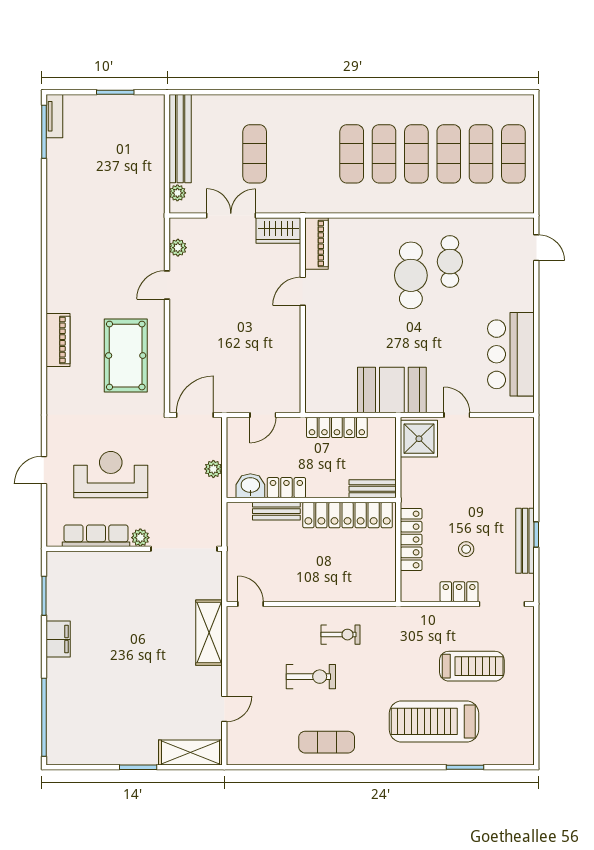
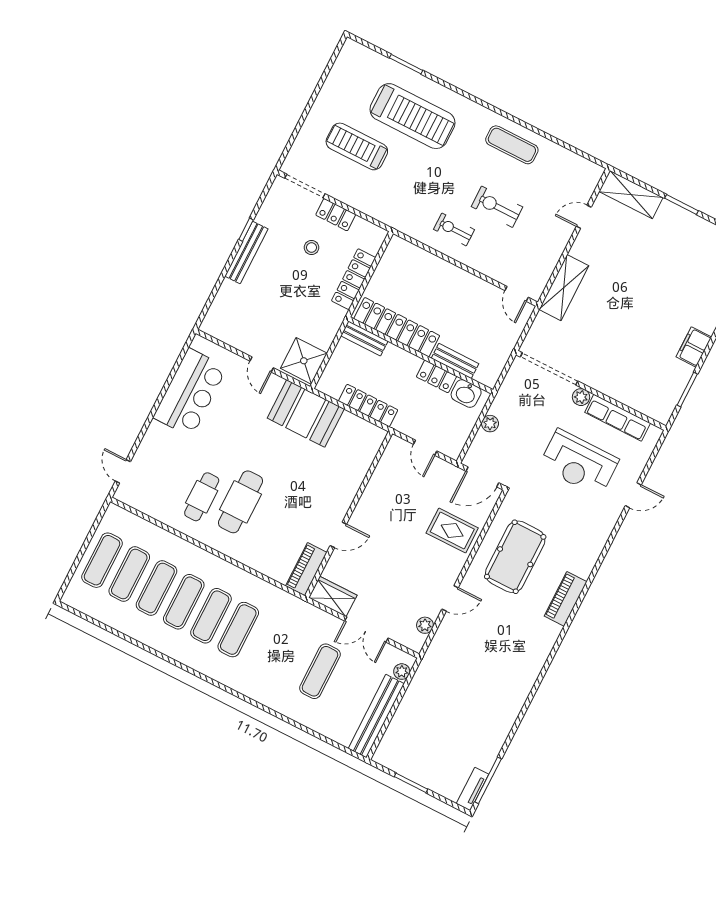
rug: (198, 350) -> (452, 531), added
door: (263, 415) -> (425, 448), swing flipped
bench: (525, 541) -> (246, 253), moved

